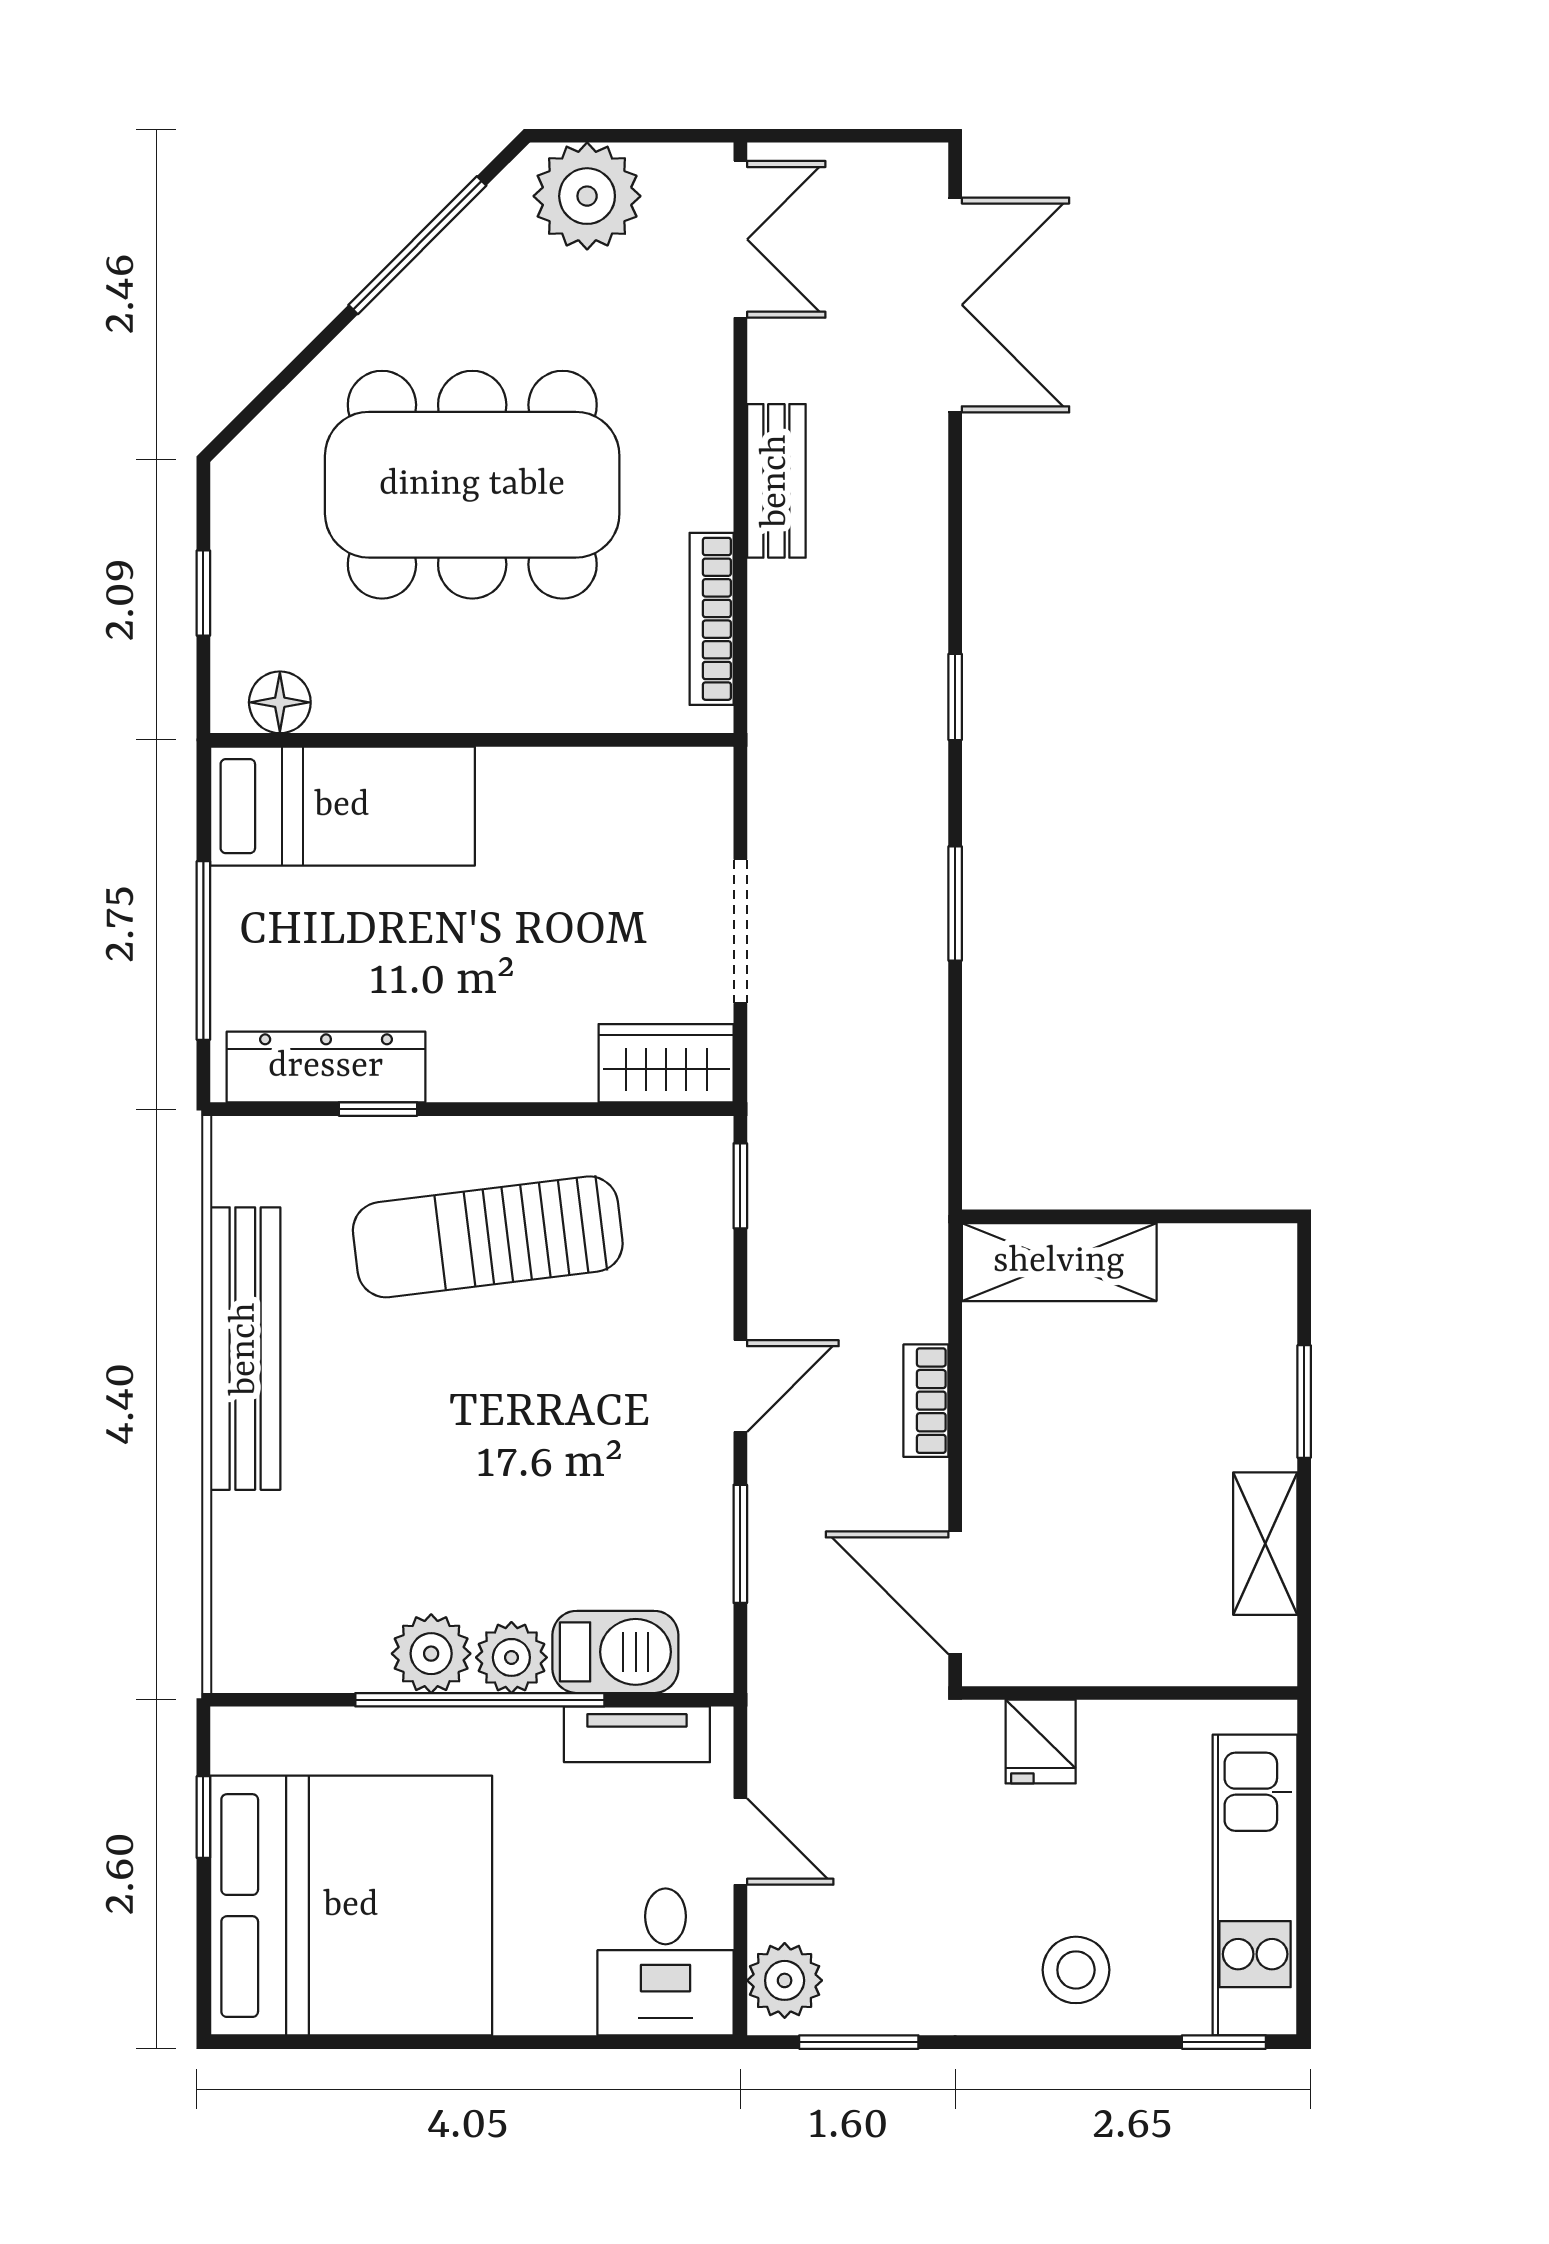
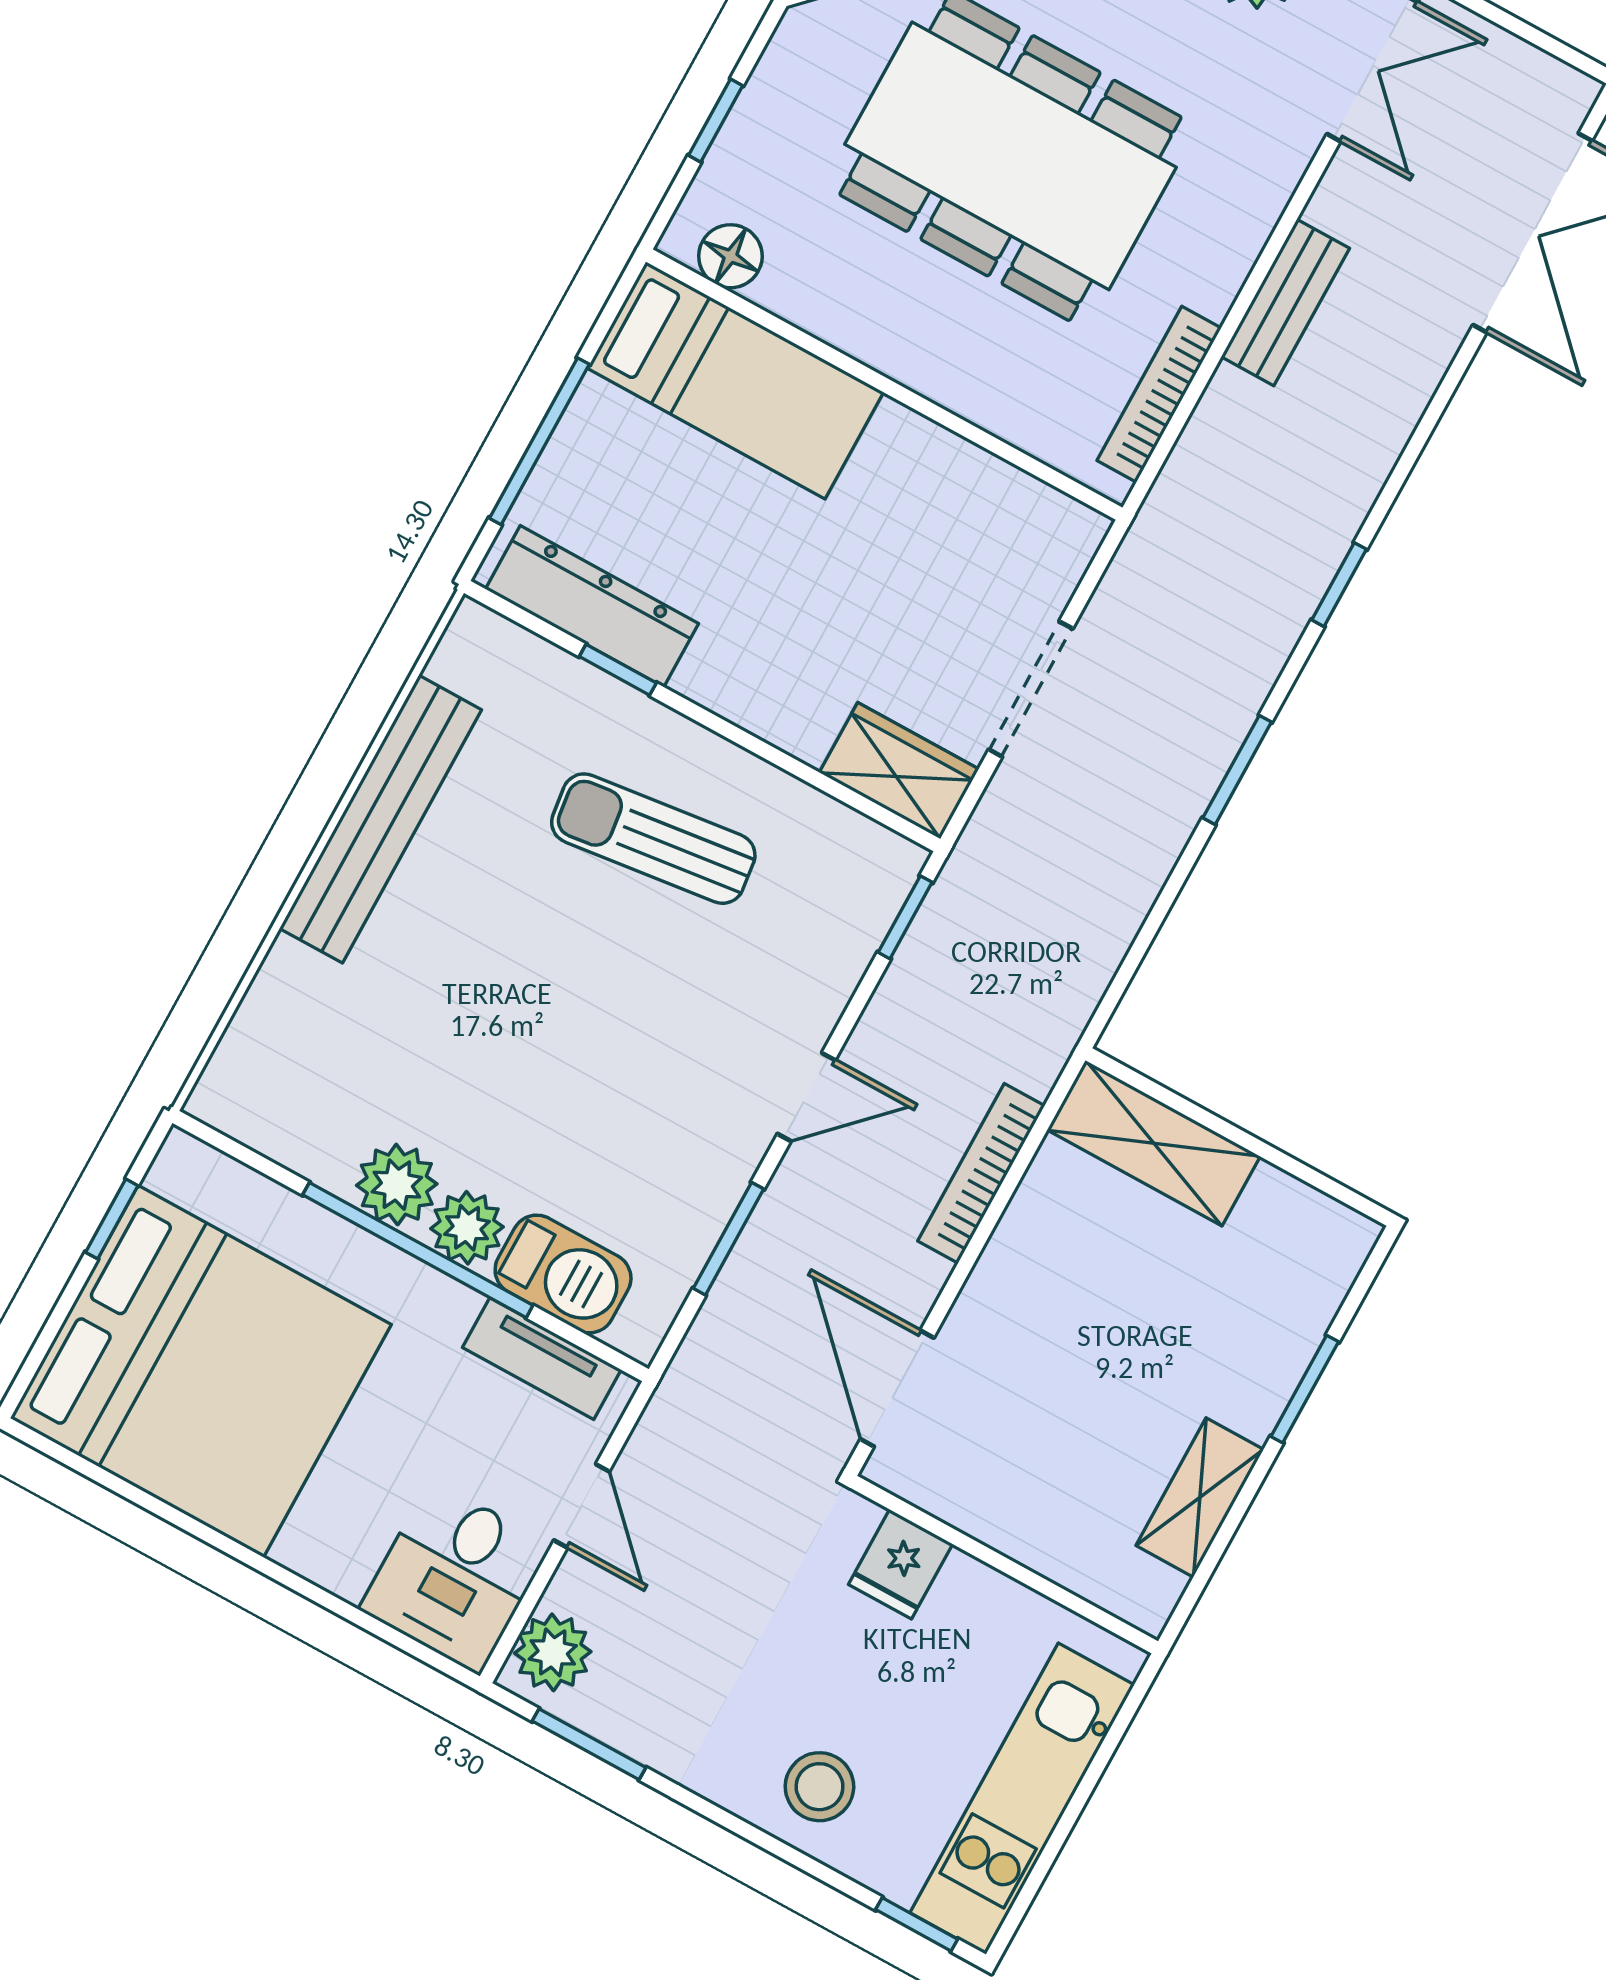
sun lounger: (488, 1237) -> (653, 839), width x0.73, depth x0.75
bookcase: (926, 1401) -> (981, 1173), width x1.56

